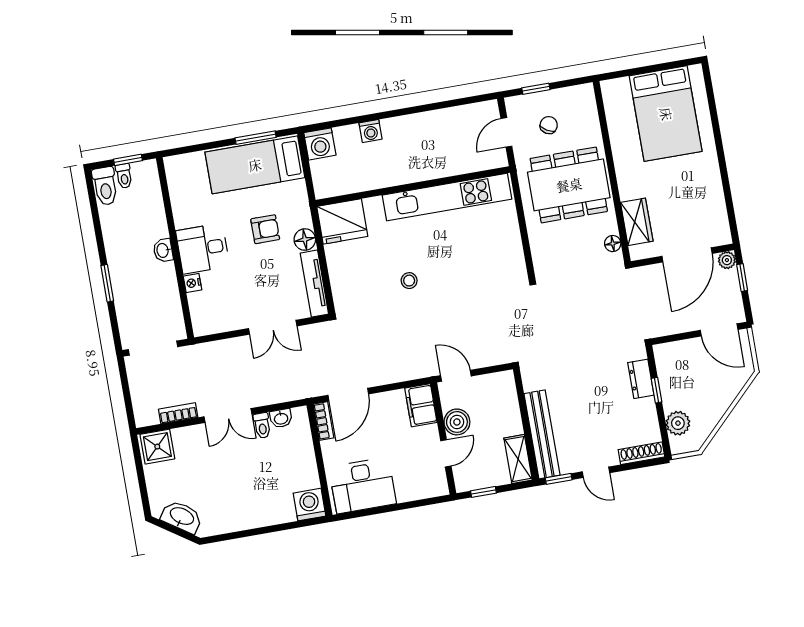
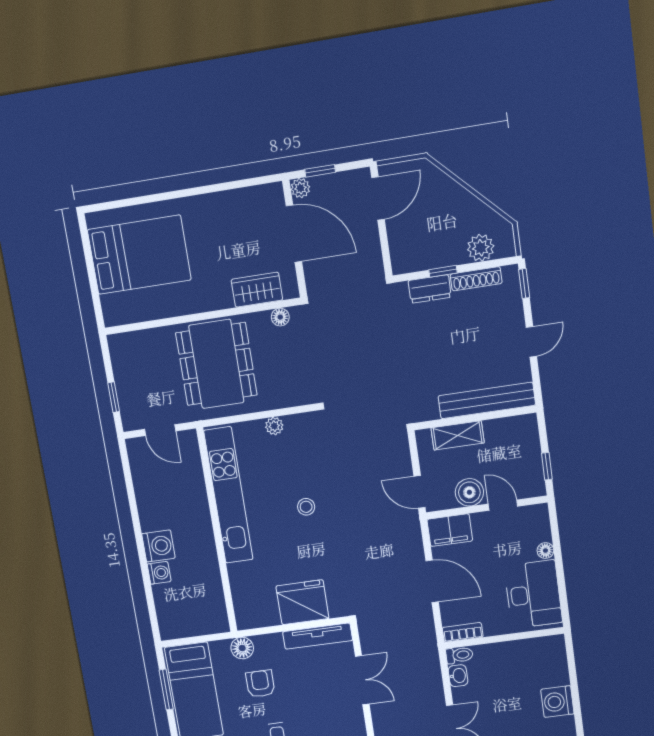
chair: (549, 125) -> (152, 384), removed
washing machine: (320, 144) -> (158, 546), moved
fridge: (342, 221) -> (302, 602), moved, turned -90
plant: (513, 239) -> (274, 426), added
floor lamp: (305, 240) -> (242, 648), moved
stool: (409, 281) -> (306, 507), moved
door: (456, 376) -> (419, 492), hinge flipped
door: (348, 395) -> (432, 581), moved
toilet: (262, 426) -> (459, 655), moved
shoe rack: (641, 453) -> (476, 279), moved, turned -90
shelving: (518, 459) -> (458, 435), moved
window: (559, 479) -> (524, 284), moved
floor lamp: (405, 495) -> (545, 551), added
washing machine: (309, 505) -> (557, 702), moved

